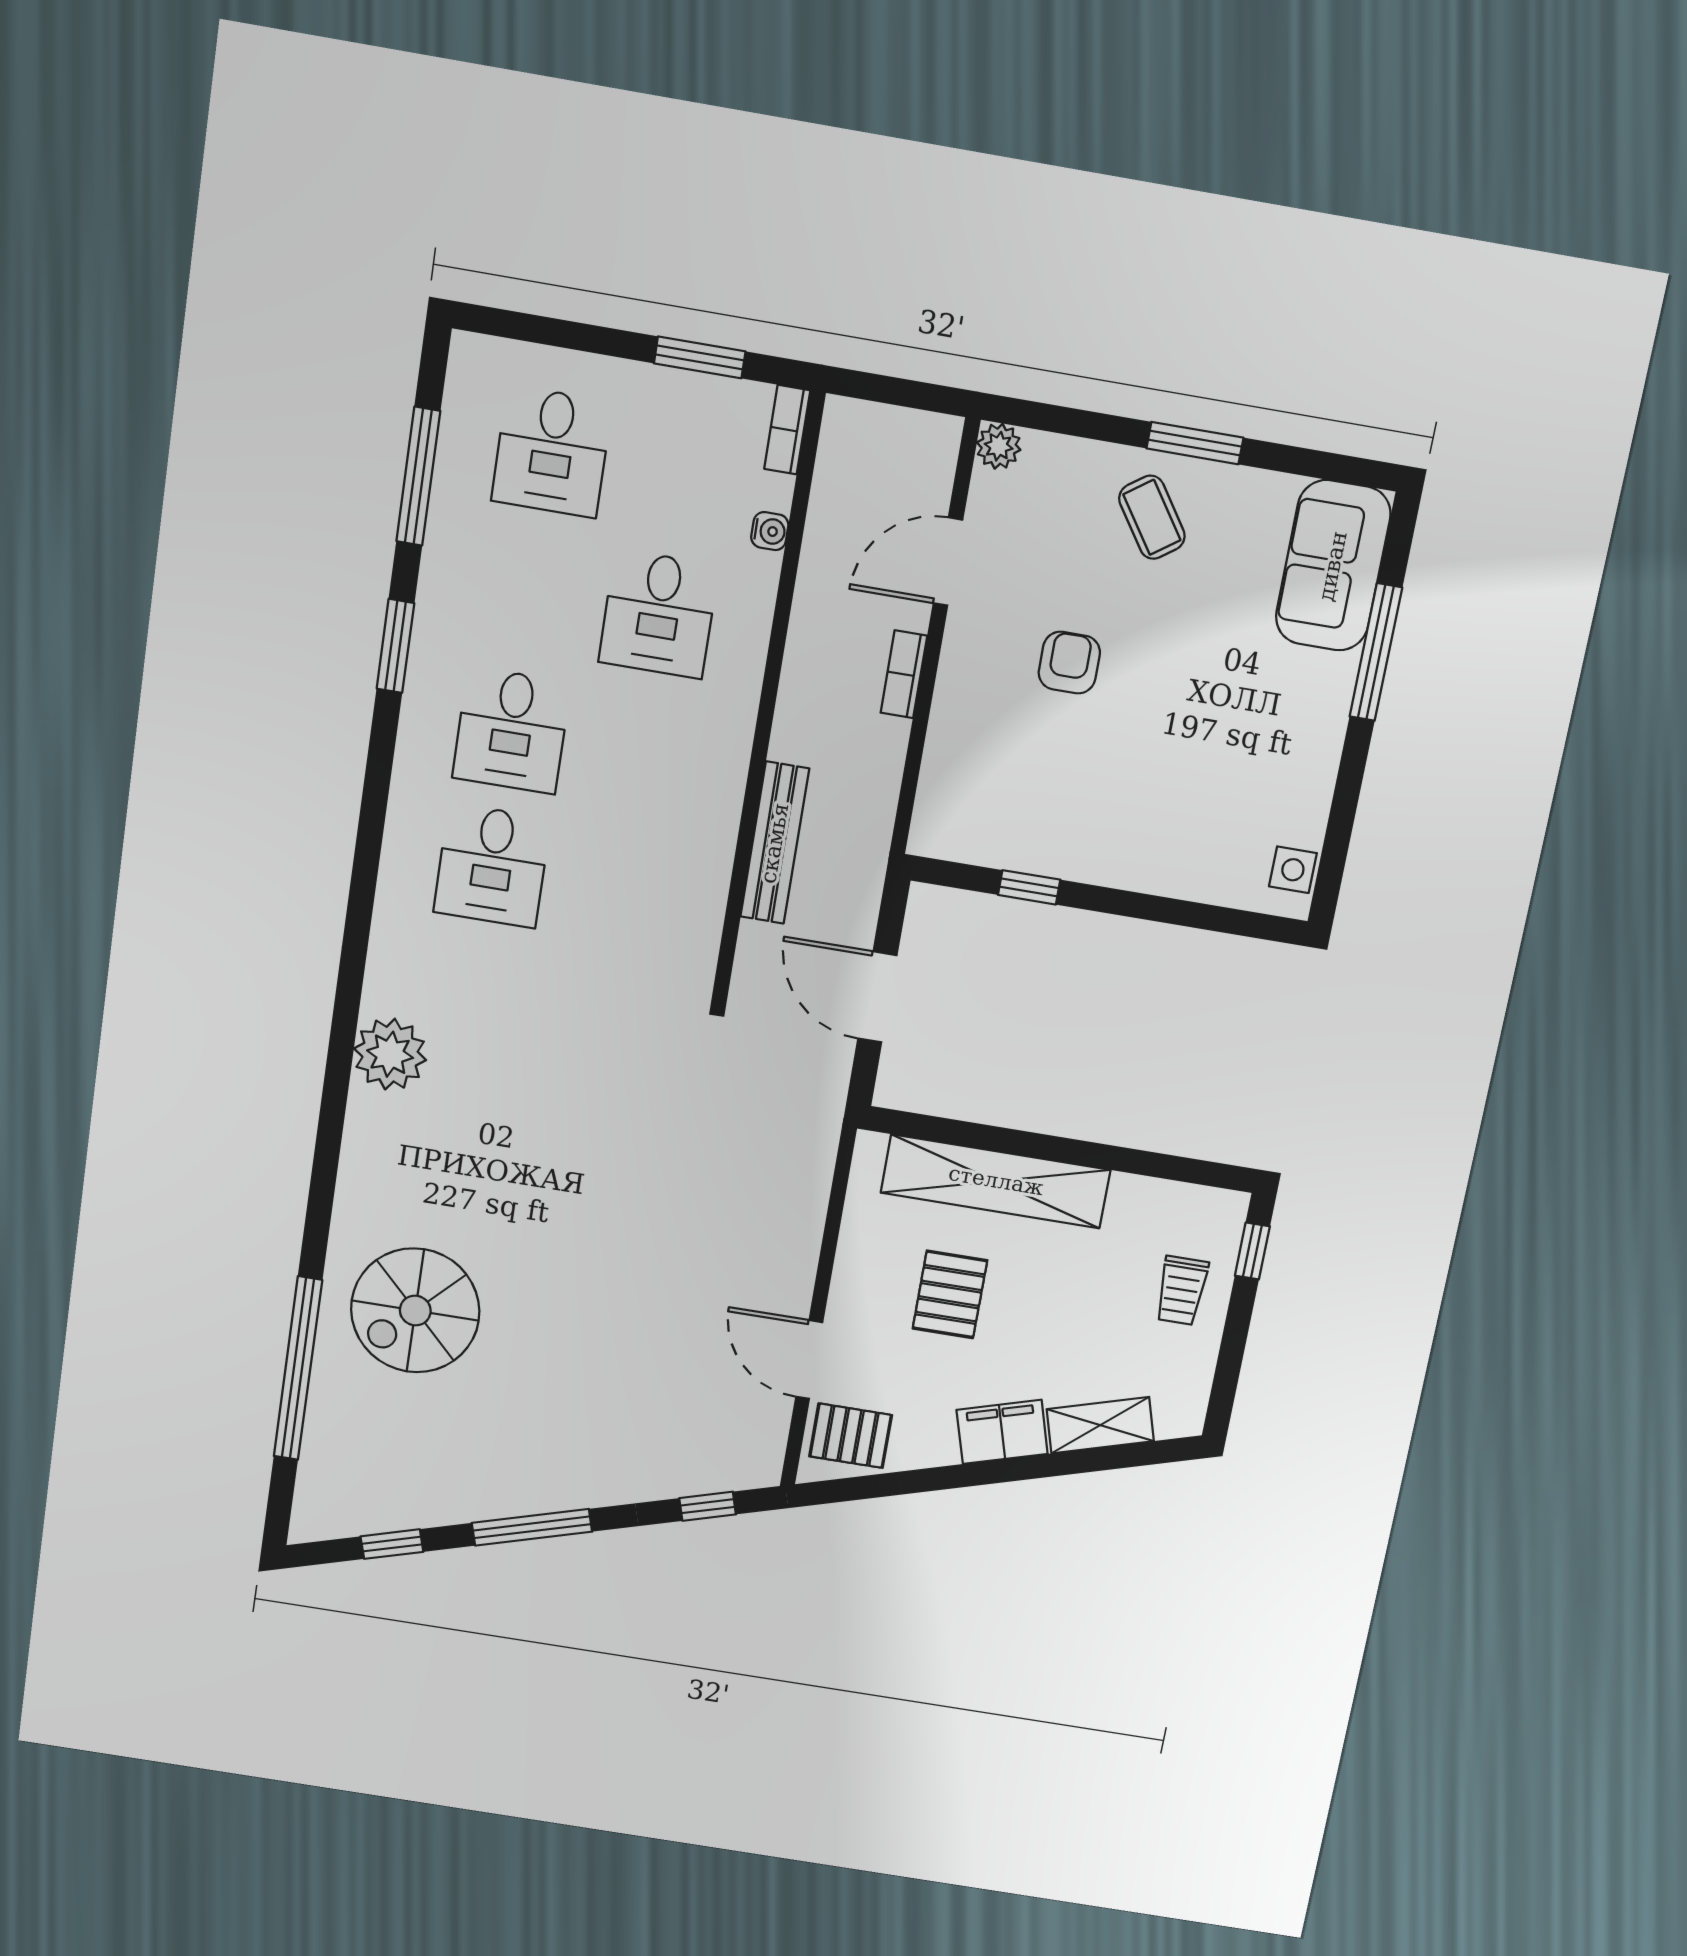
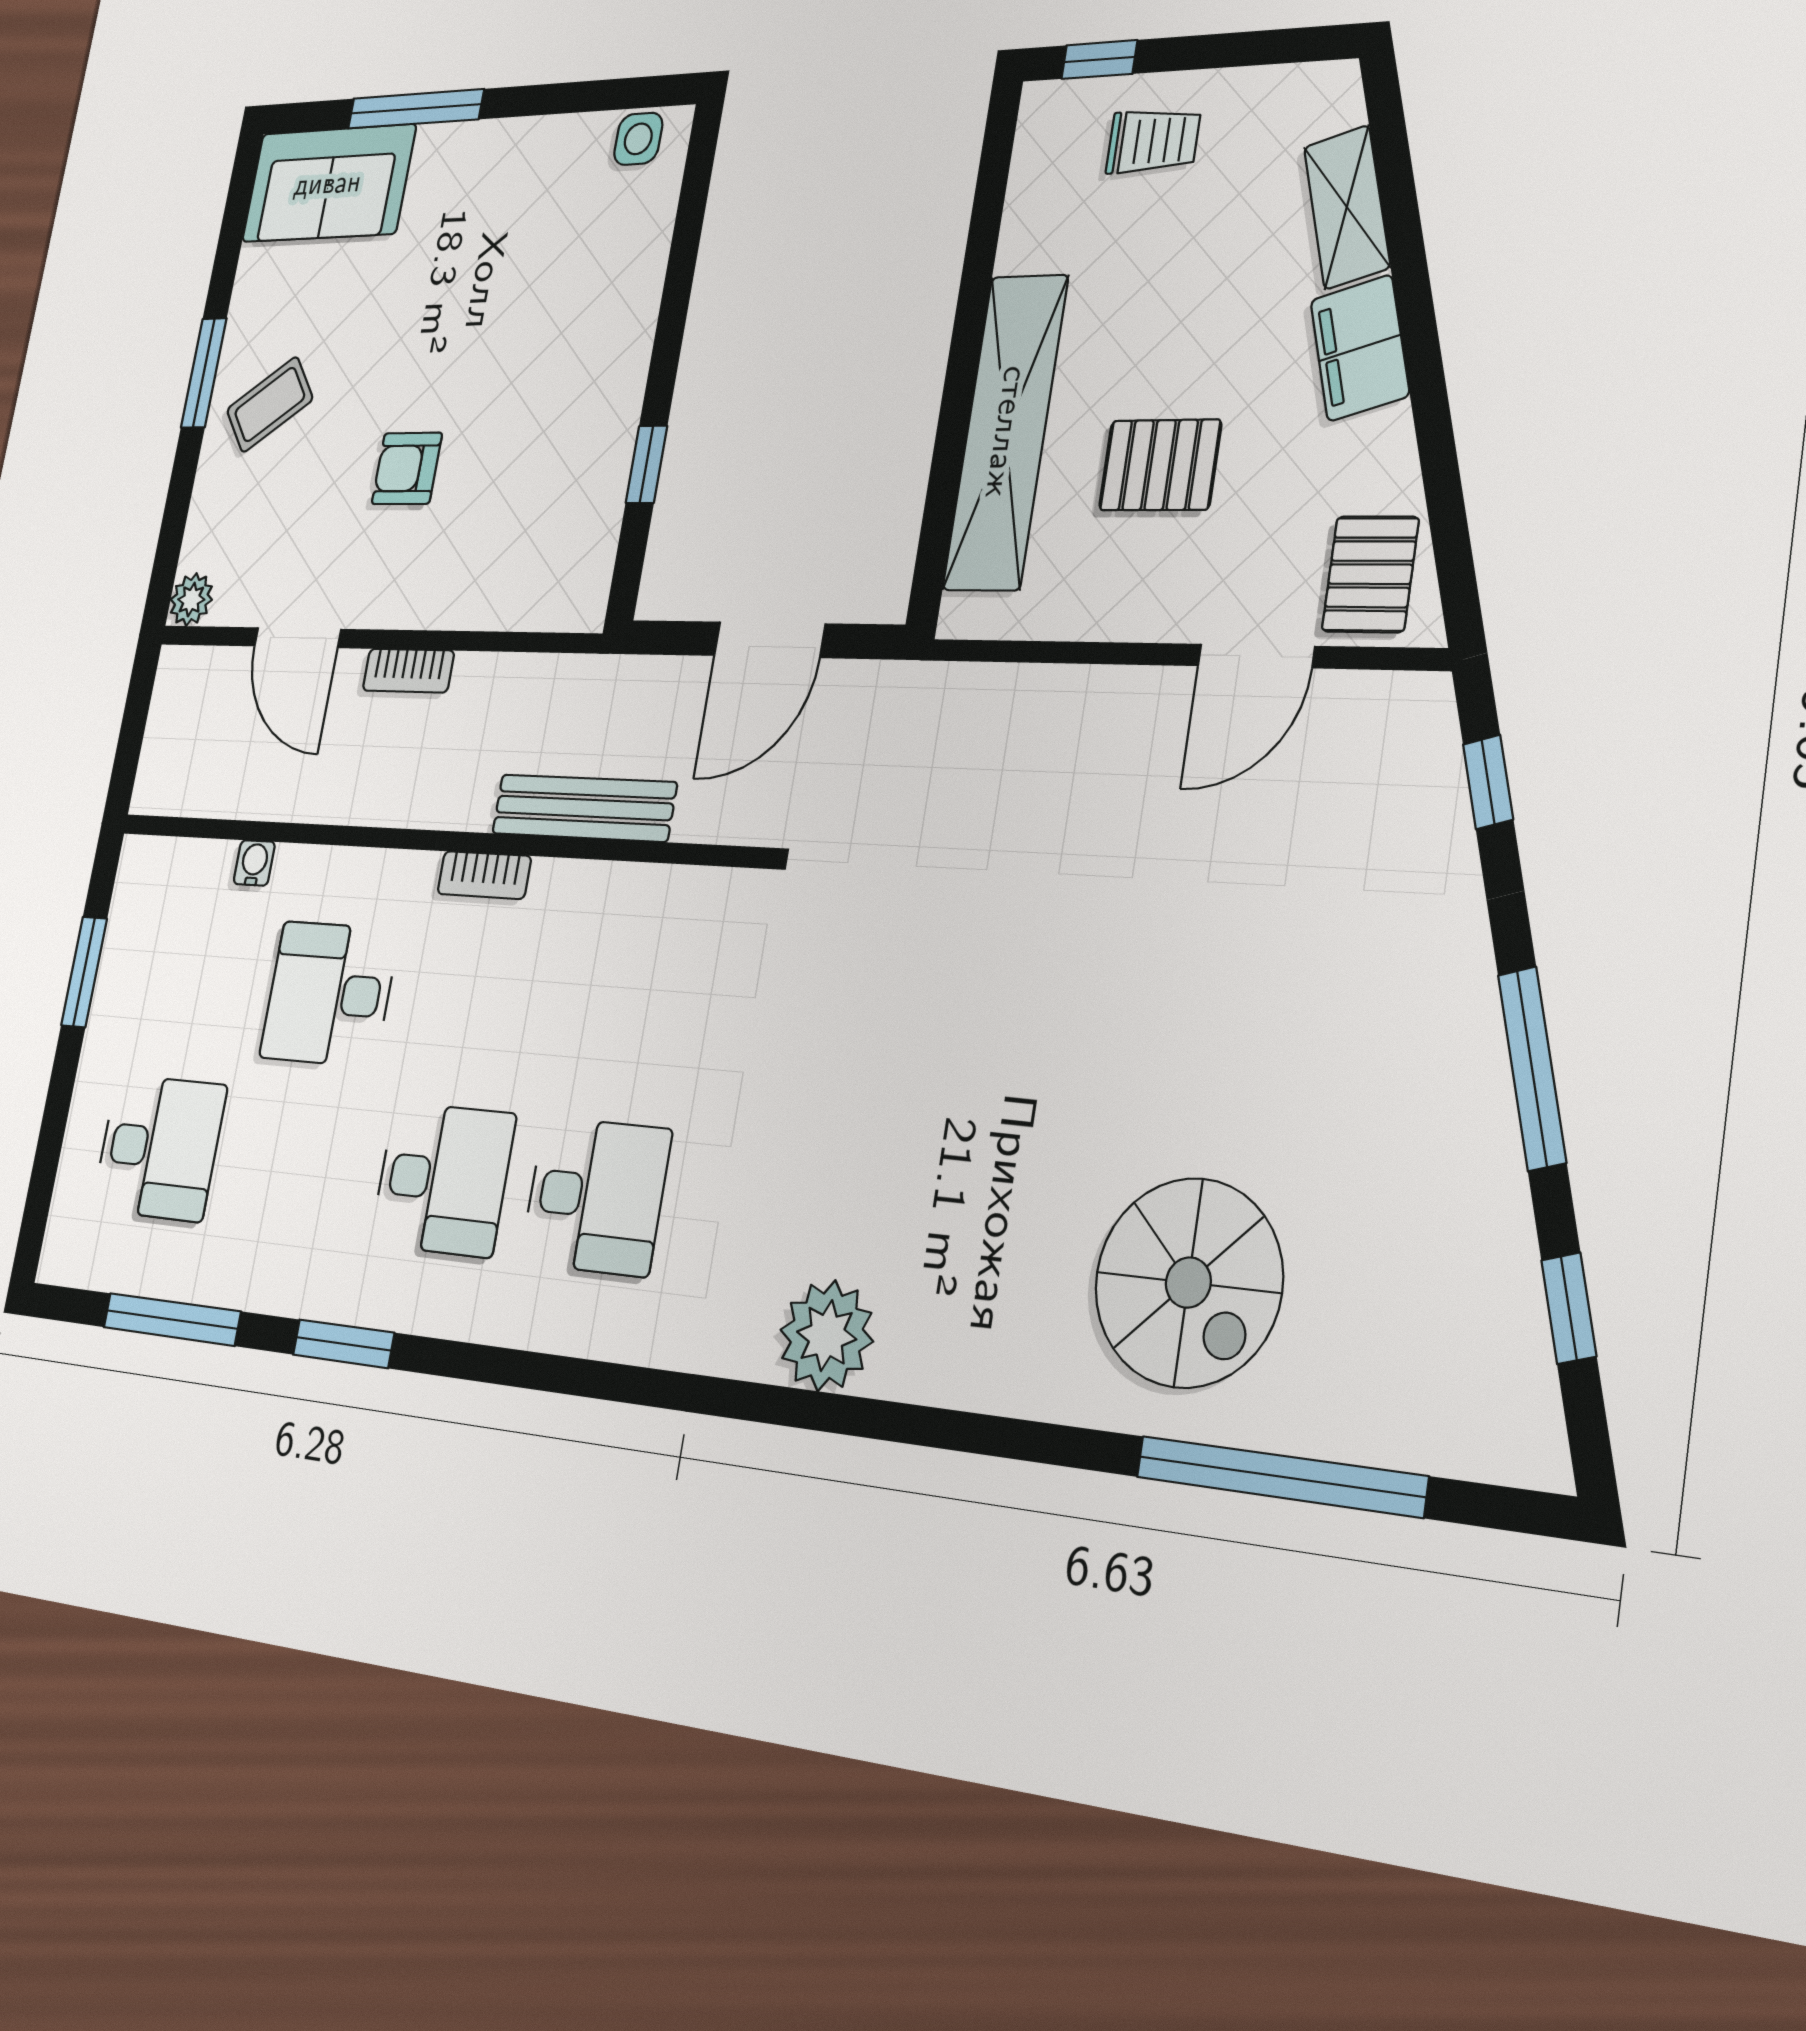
bookcase: (787, 430) -> (484, 875), moved
desk: (659, 614) -> (329, 994), turned 180

